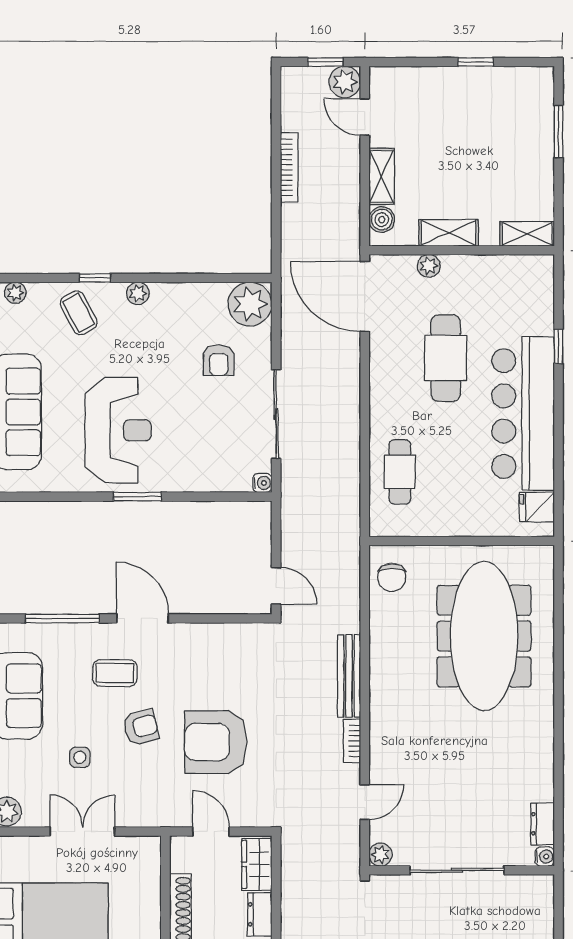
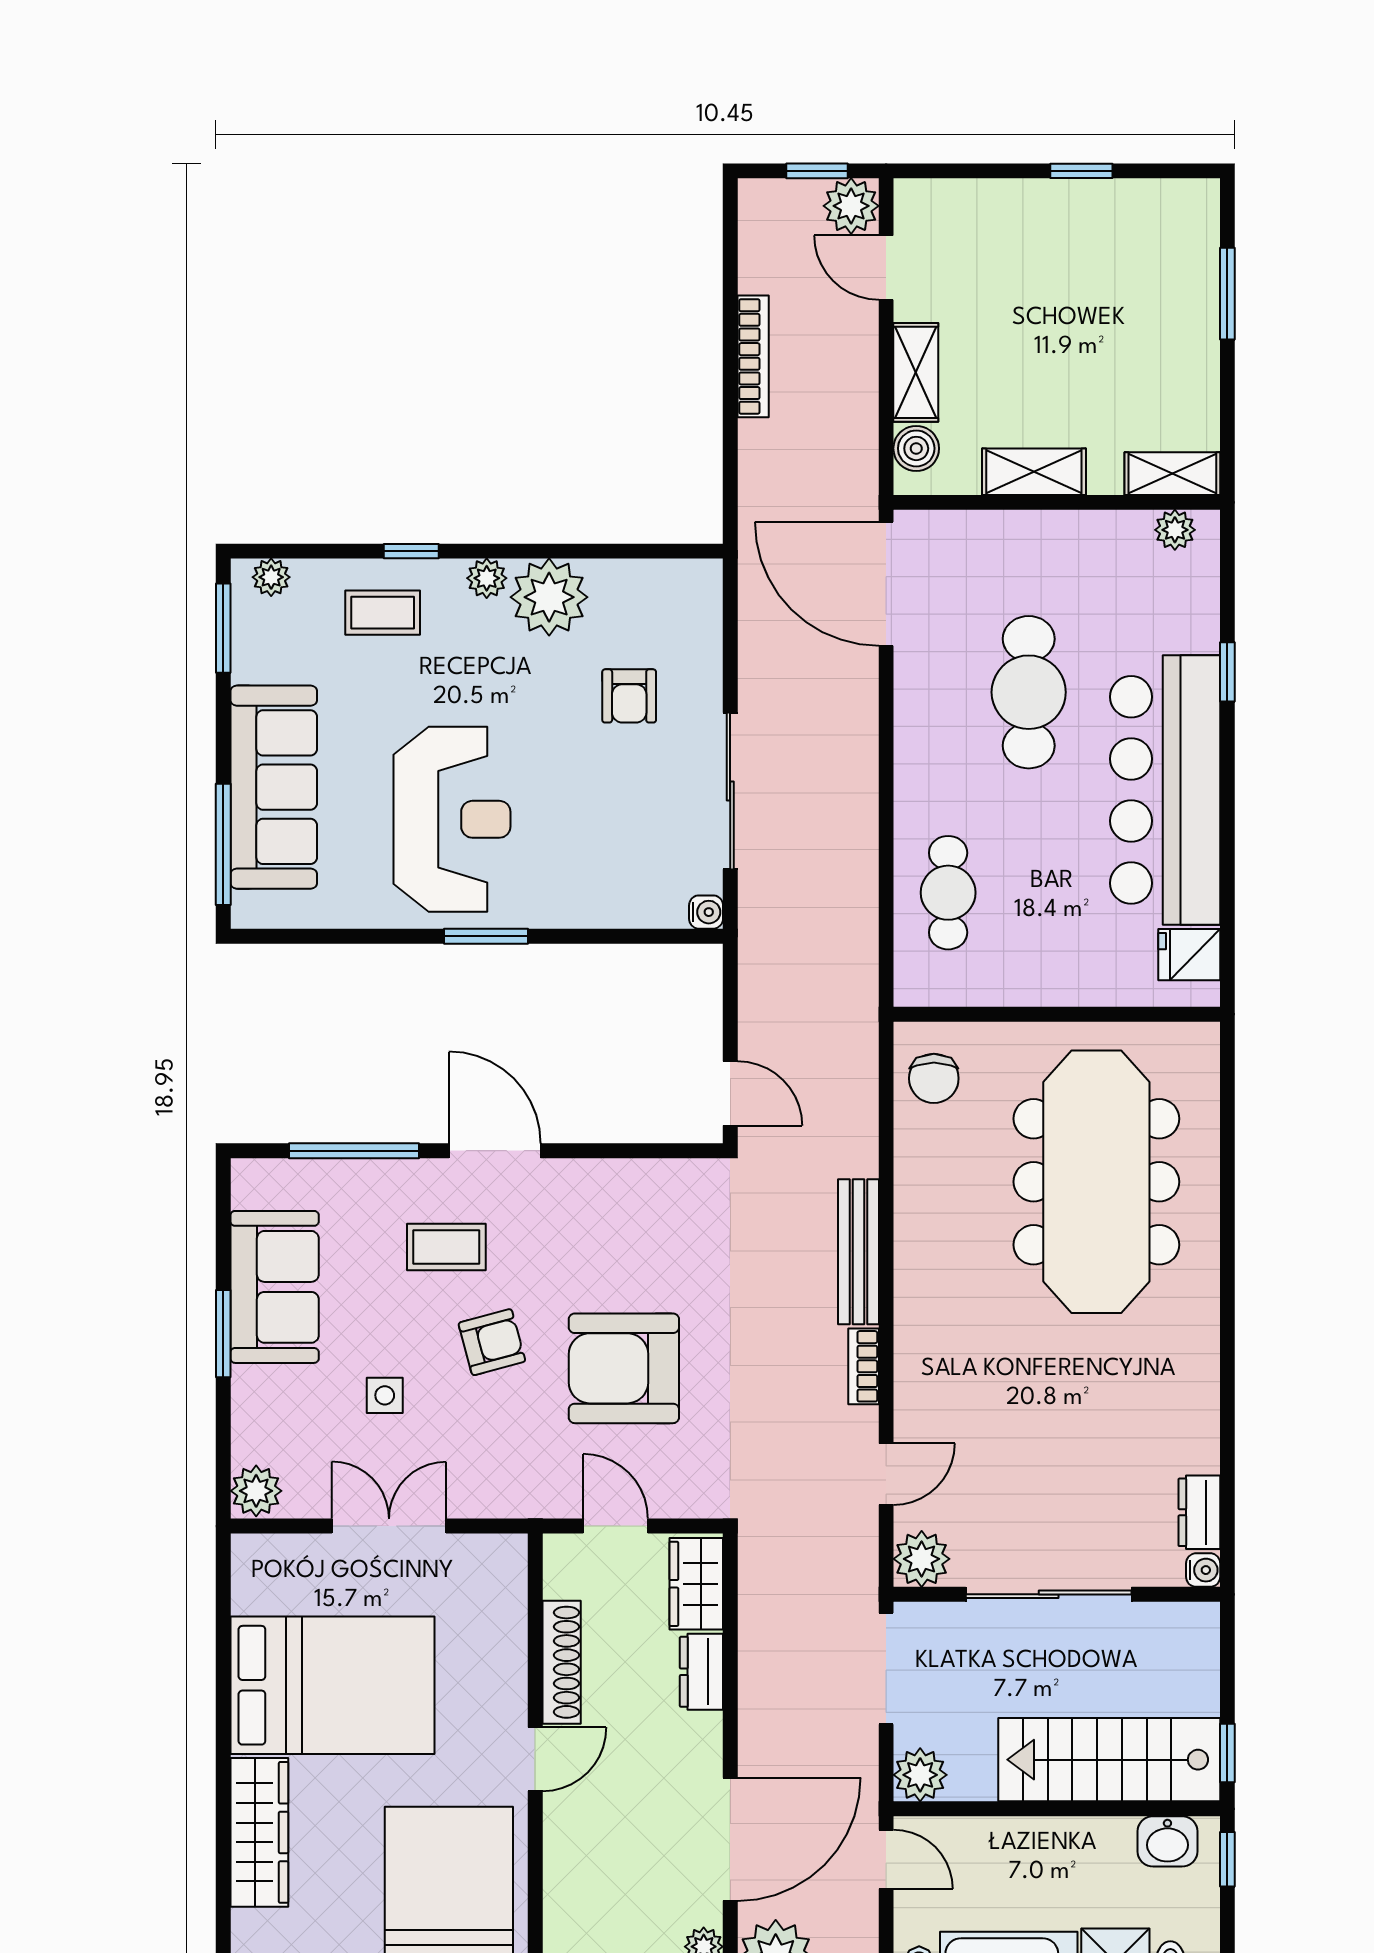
plant: (429, 266) -> (1175, 530), moved
plant: (250, 304) -> (549, 597), moved
coffee table: (79, 313) -> (383, 613), turned -62
plant: (380, 855) -> (922, 1559), width x1.38, depth x1.38

